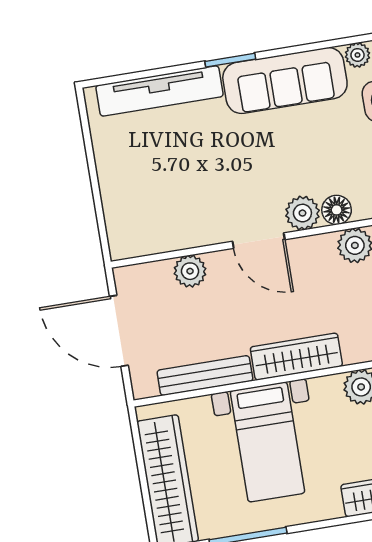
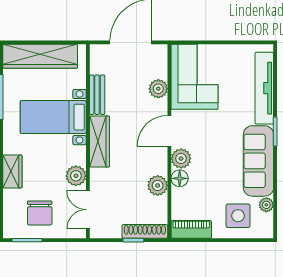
corner sofa: (160, 213) -> (194, 77), added
bench: (205, 376) -> (97, 95), width x0.73

